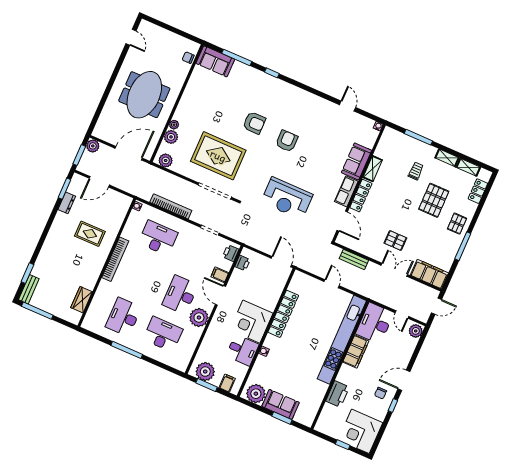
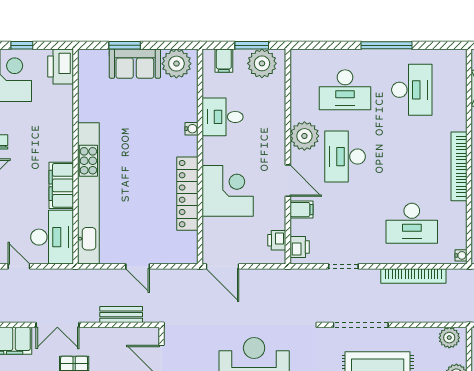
desk: (180, 295) -> (345, 157), turned 180
corner desk: (251, 322) -> (228, 191), moved
printer: (338, 394) -> (61, 67), moved

